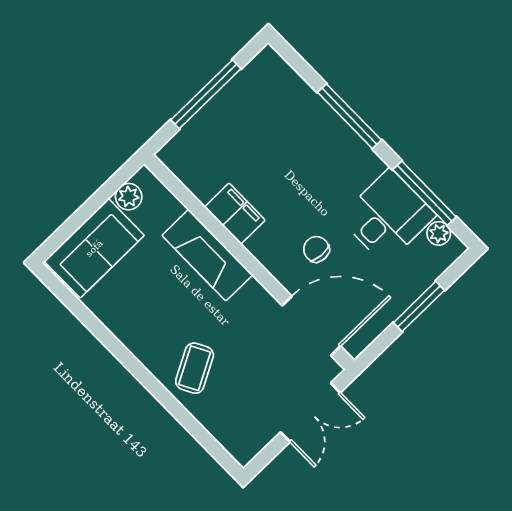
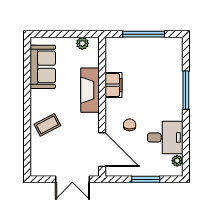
window: (425, 193) -> (186, 142), removed
sofa: (94, 248) -> (43, 67), moved, turned -90

